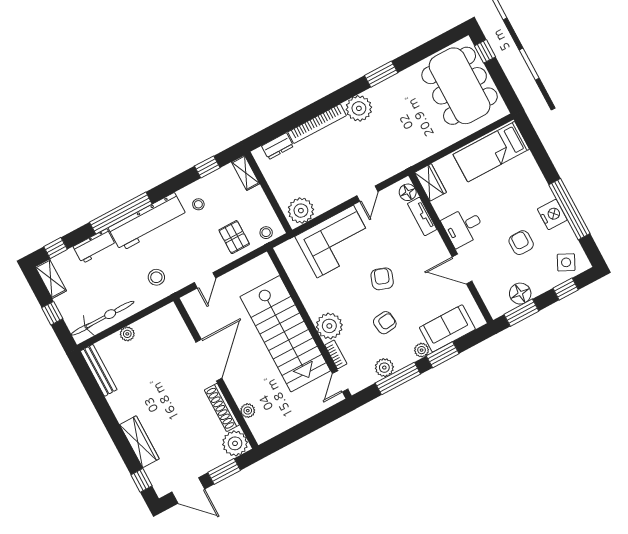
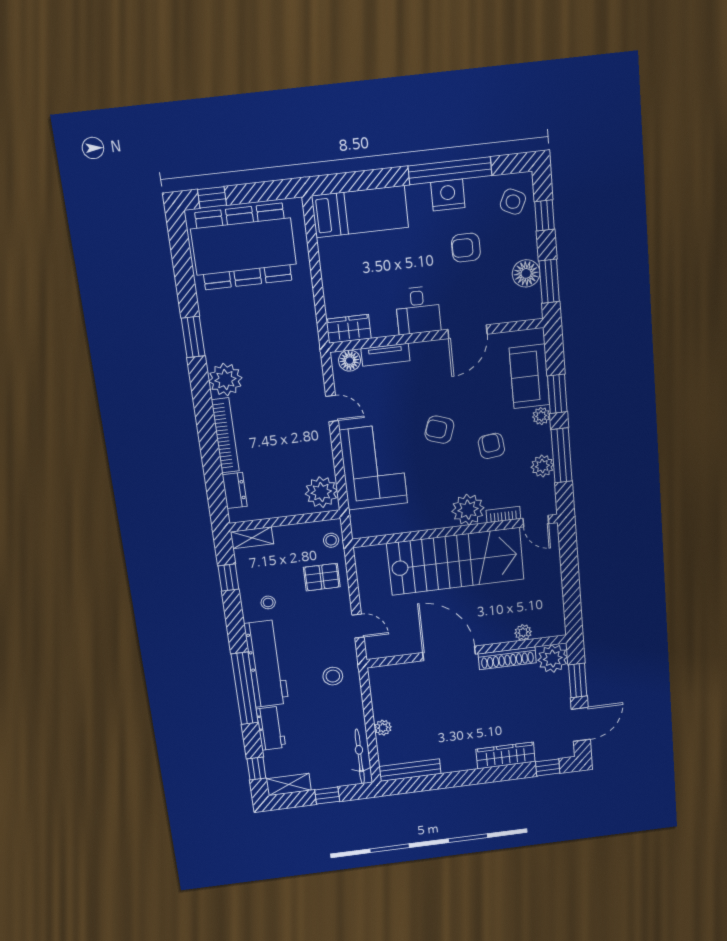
bed: (491, 152) -> (360, 212), moved, turned -90
bicycle: (103, 318) -> (360, 756), width x0.73, depth x0.71

